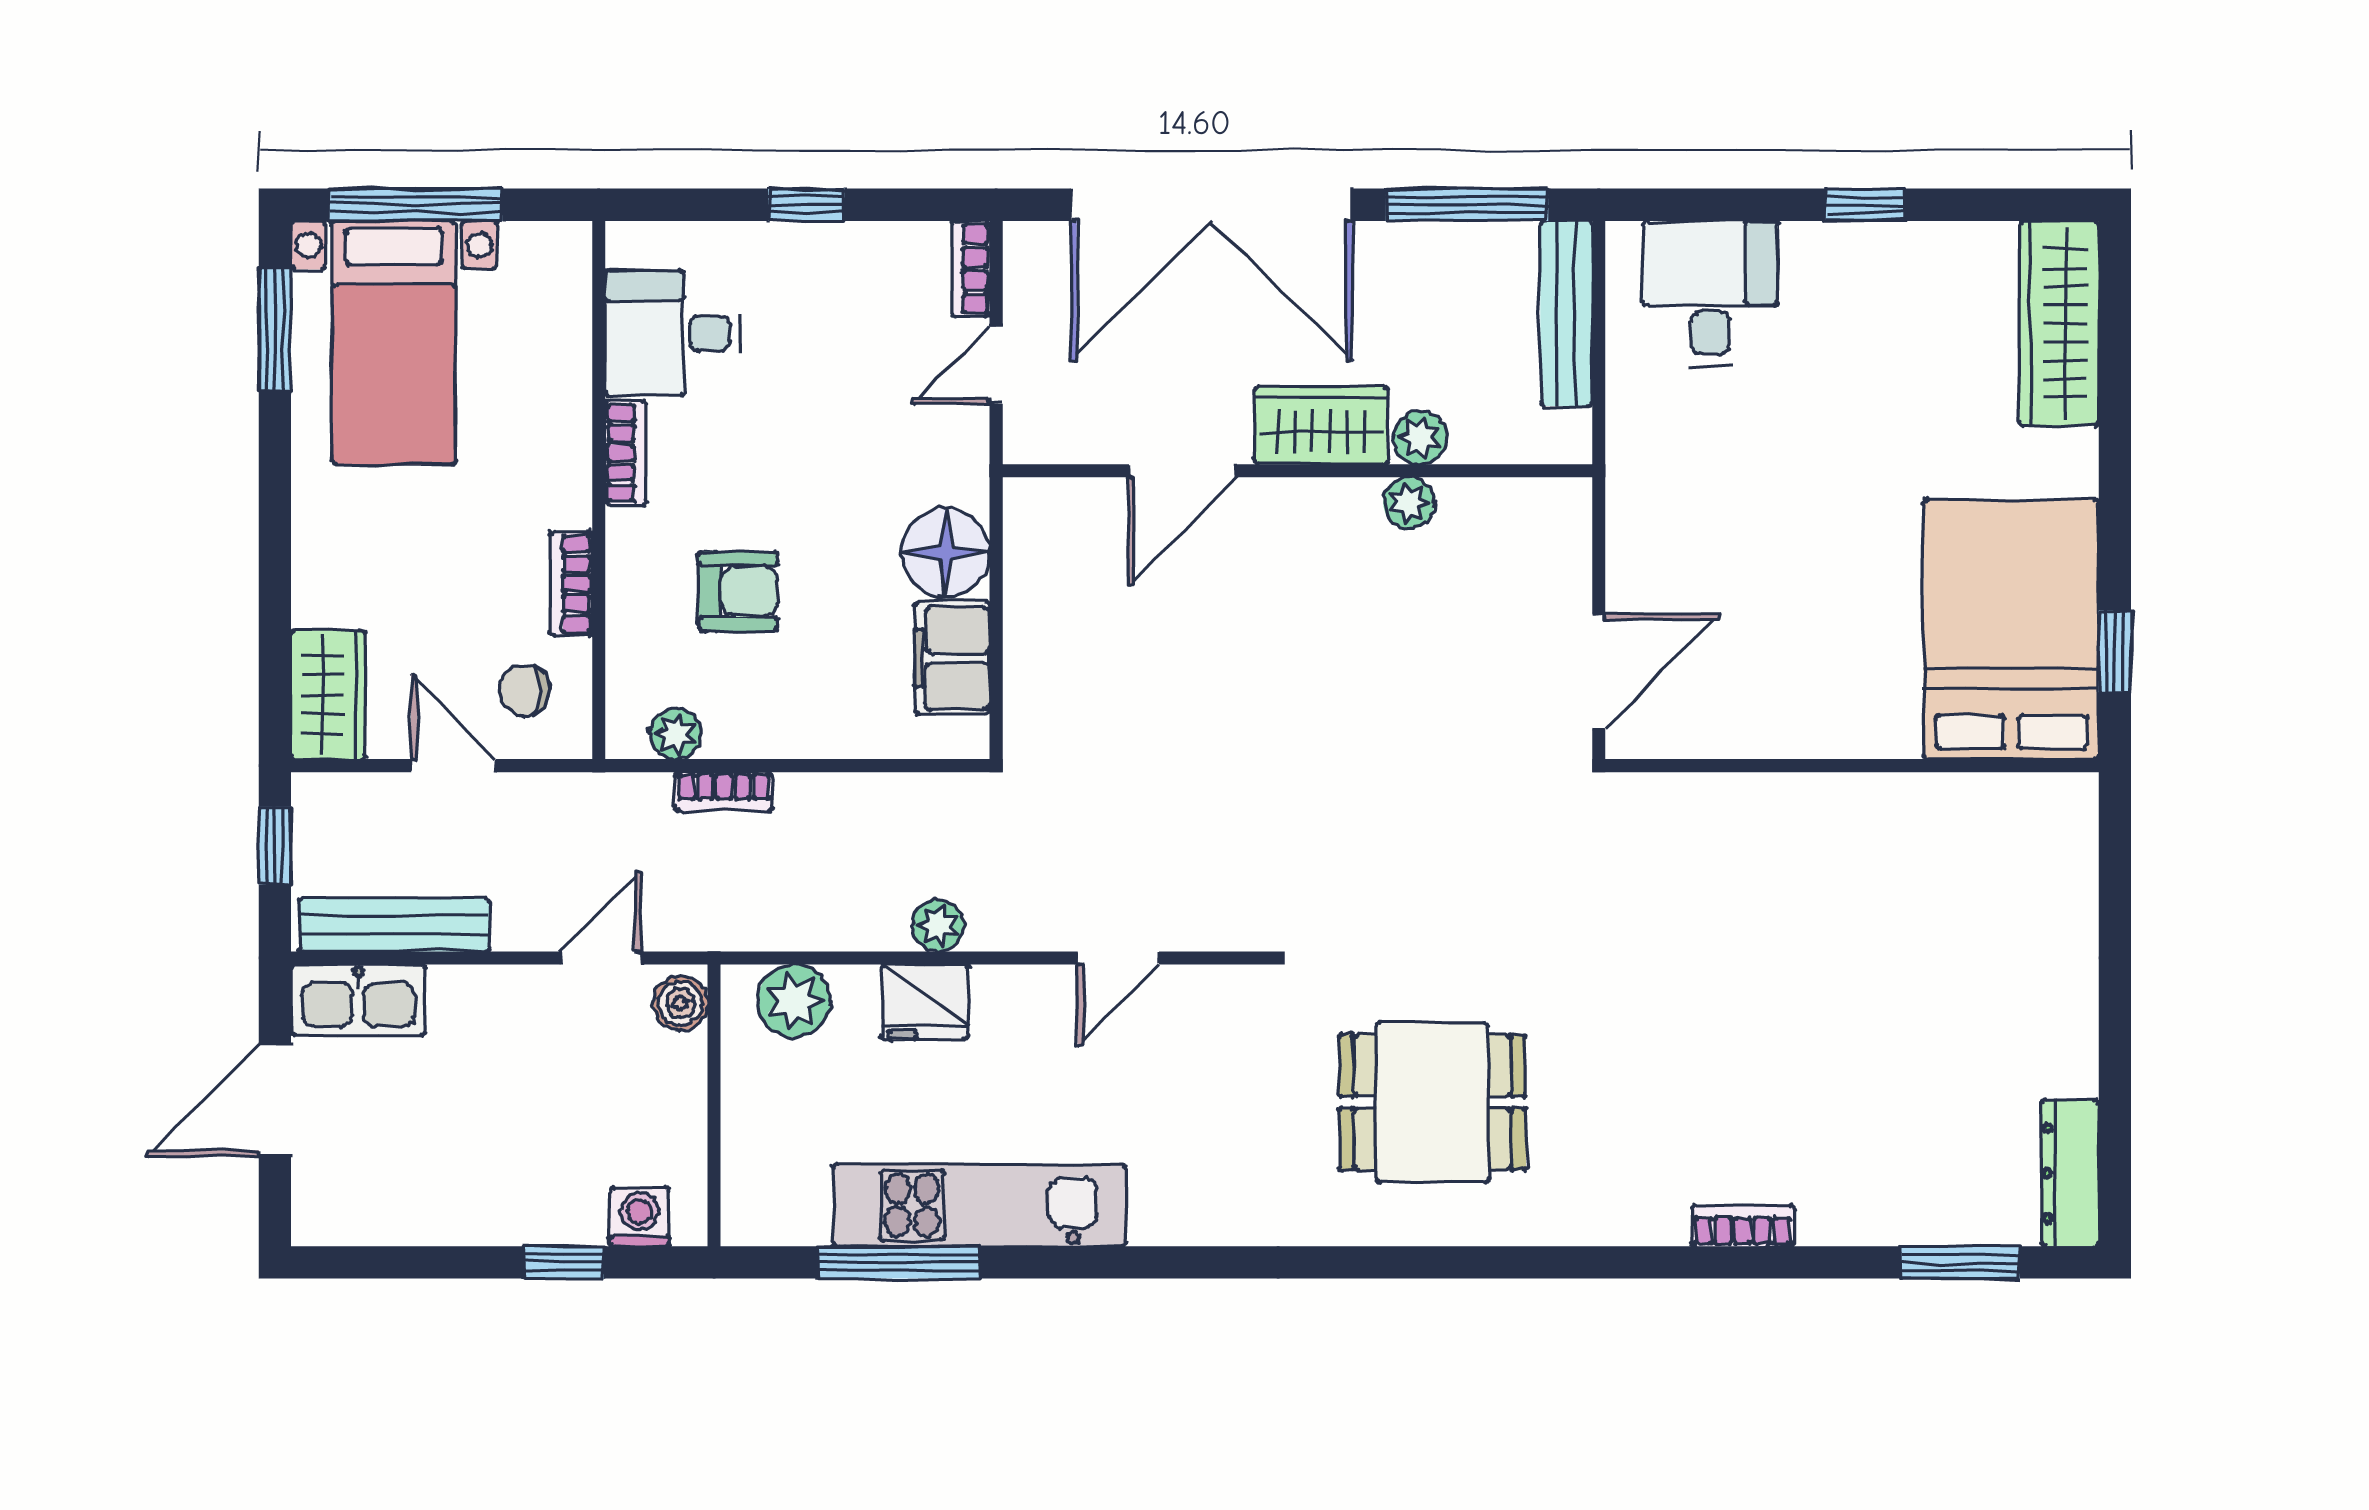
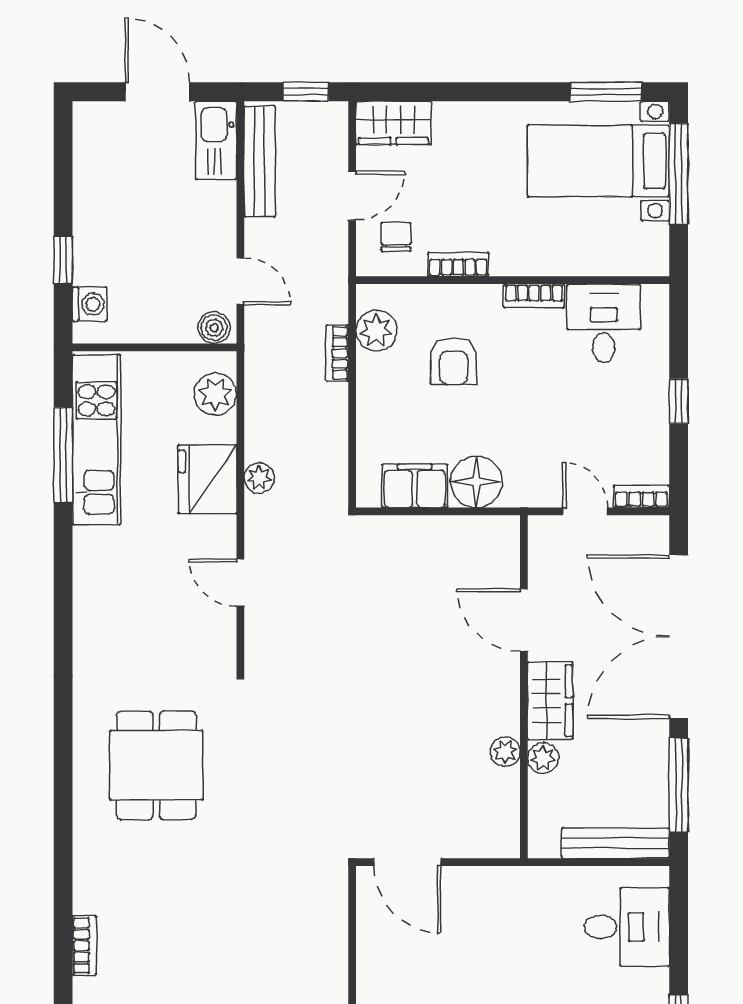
plant: (676, 734) -> (376, 331), width x1.38, depth x1.38
fridge: (925, 1002) -> (207, 479), width x1.36, depth x1.34
kitchen unit: (980, 1205) -> (96, 440), moved

